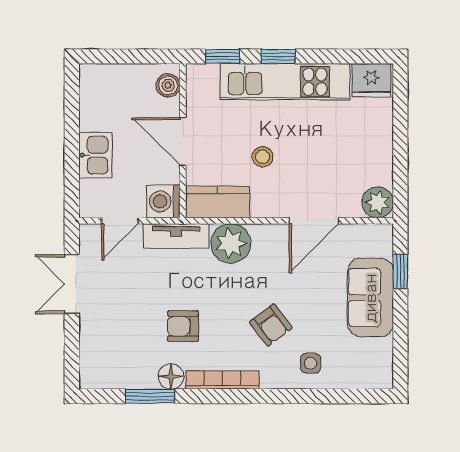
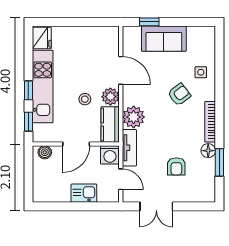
plant: (378, 202) -> (110, 97), moved
armchair: (183, 326) -> (176, 166), moved

